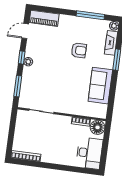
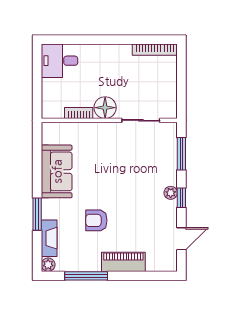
piano: (44, 18) -> (123, 262), moved
floor lamp: (98, 127) -> (105, 108), moved
desk: (89, 153) -> (59, 61), width x0.73

